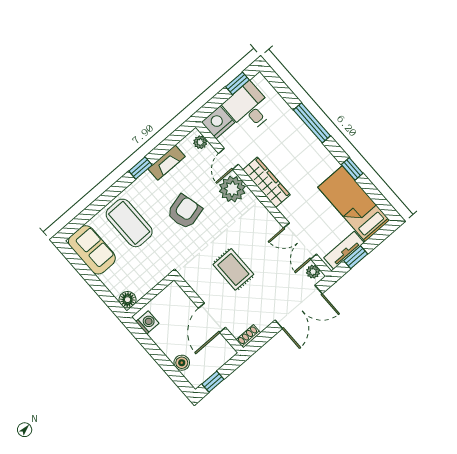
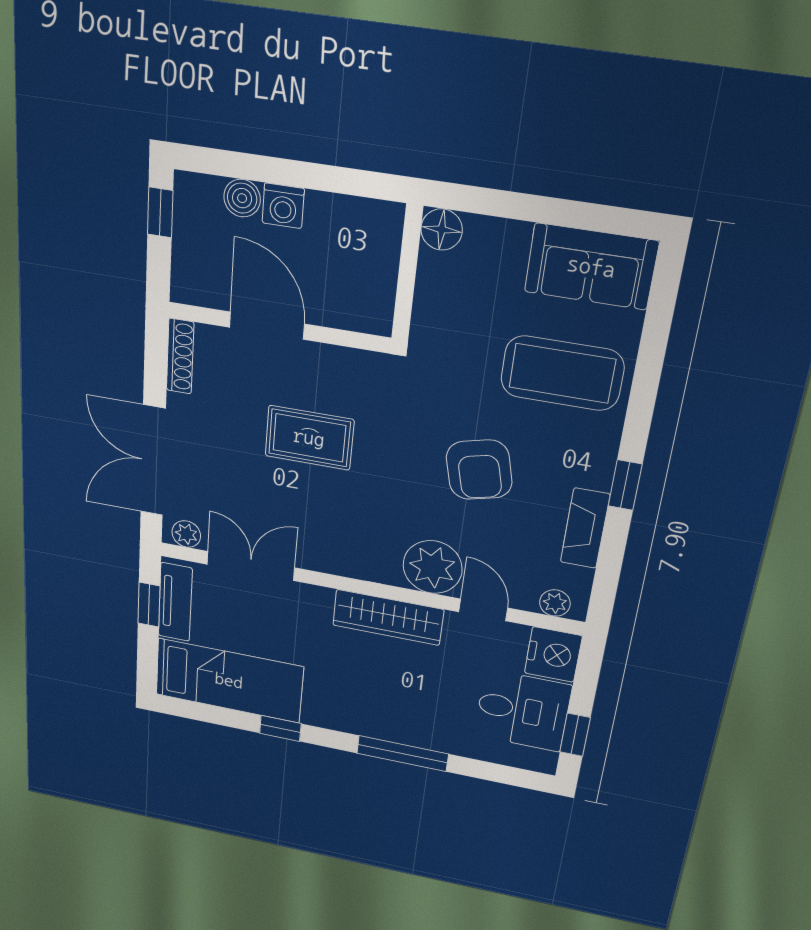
washing machine: (147, 322) -> (283, 206), moved
shoe rack: (248, 336) -> (180, 356), width x1.43

